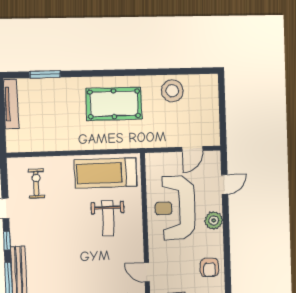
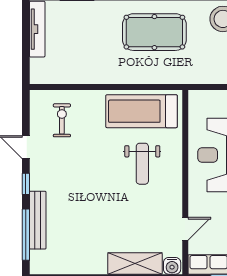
door: (147, 272) -> (185, 229), swing flipped

